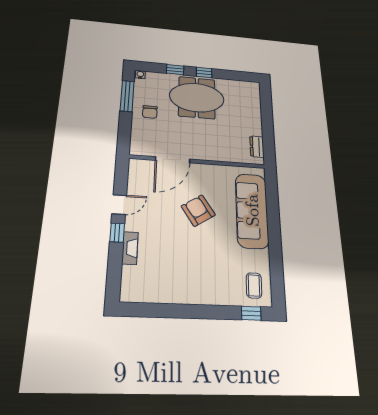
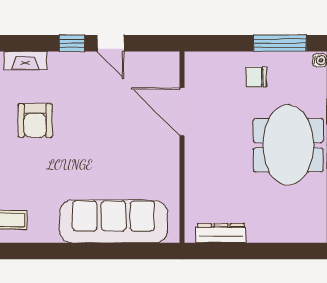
dresser: (257, 147) -> (221, 233), width x1.44
armchair: (198, 211) -> (35, 121), moved, turned 123
fireplace: (130, 248) -> (25, 60), moved

